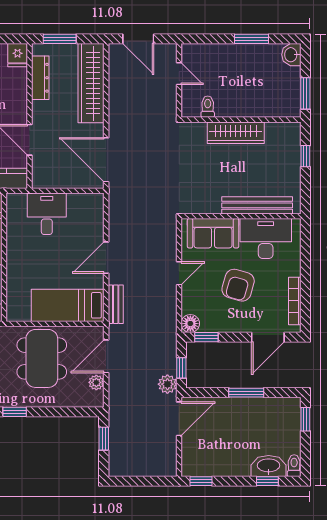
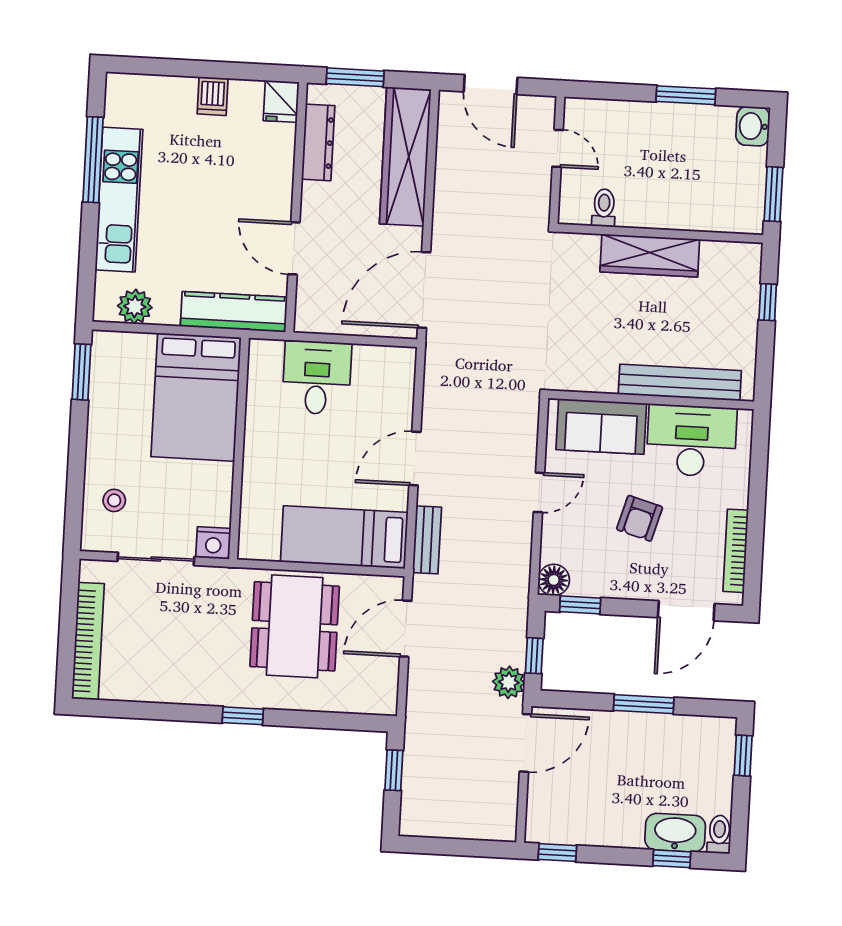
door: (106, 160) -> (424, 290), hinge flipped
armchair: (238, 285) -> (640, 518), width x0.72, depth x0.72
plant: (96, 382) -> (386, 673), removed

